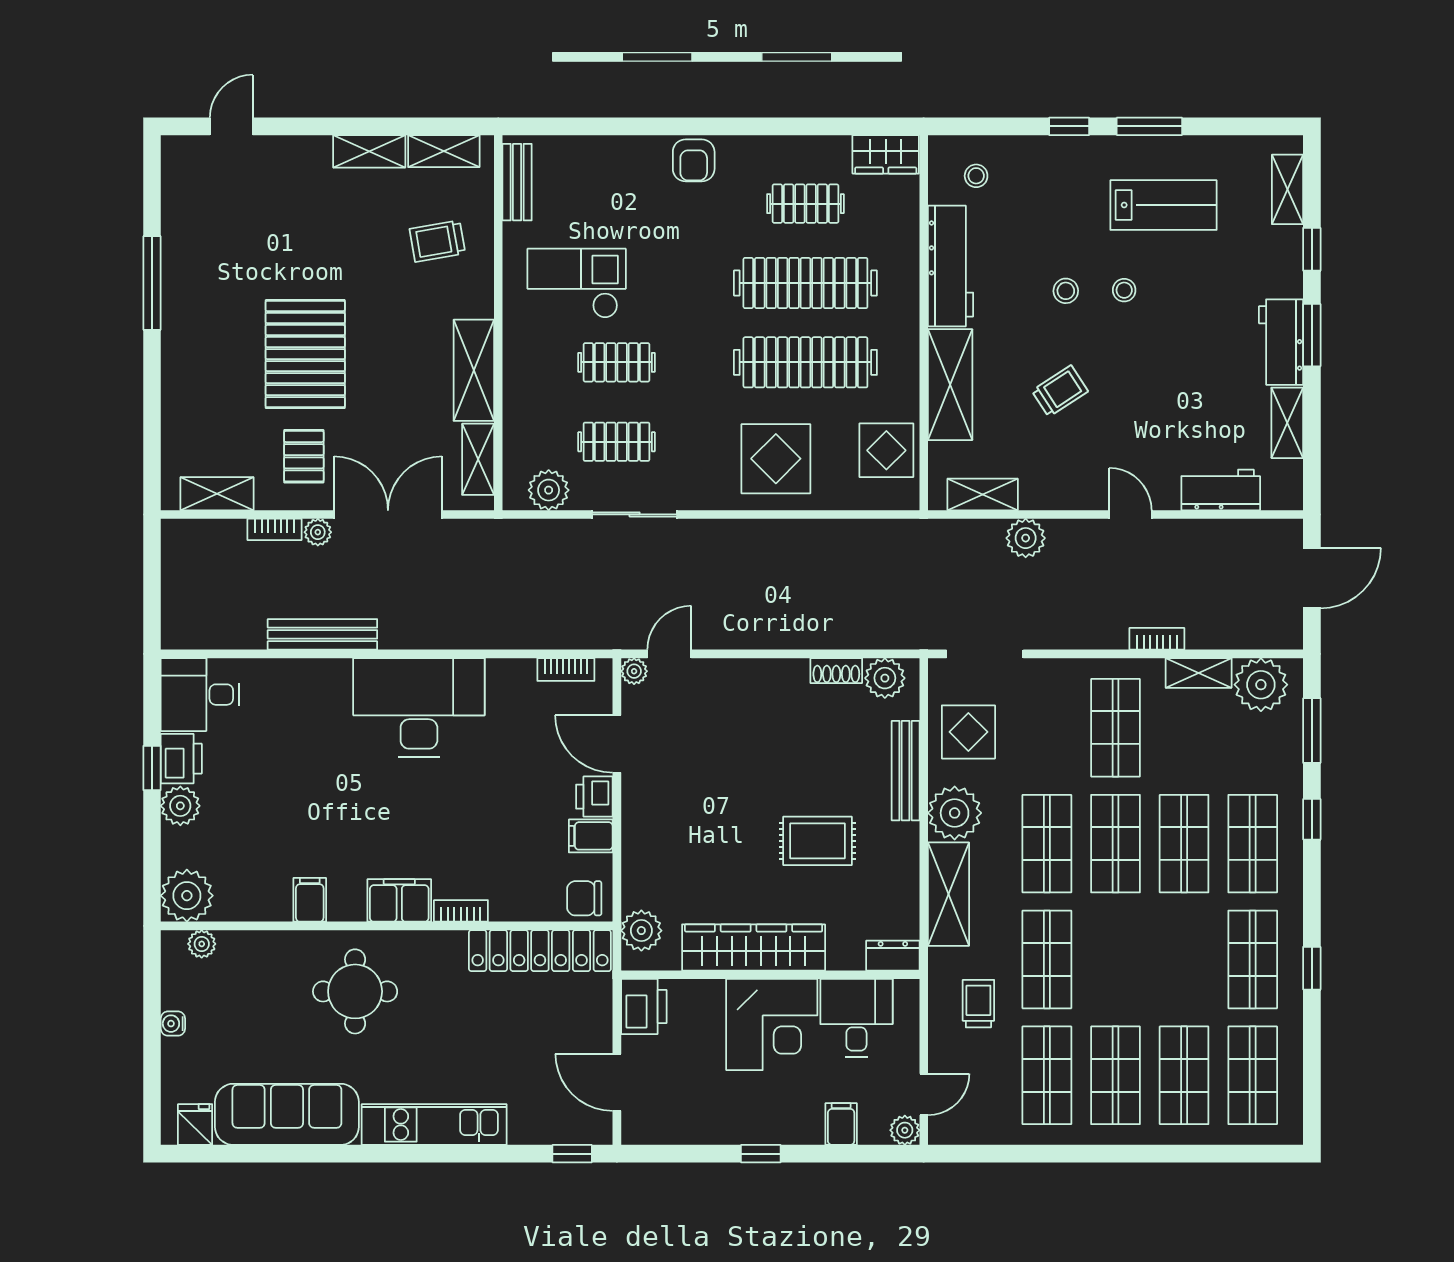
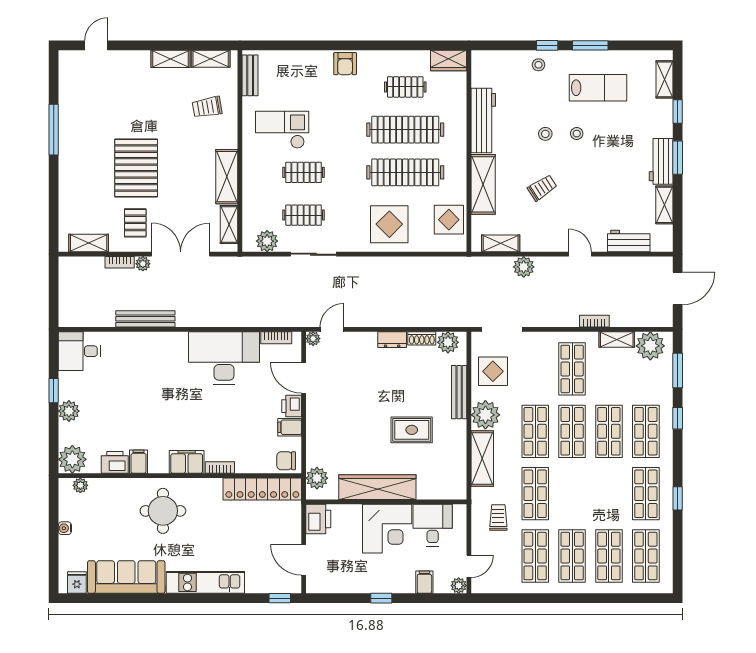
stool: (976, 176) -> (539, 65), moved
desk: (419, 707) -> (224, 358), moved
printer: (181, 759) -> (115, 462), moved, turned -90
dresser: (893, 956) -> (392, 340), moved, turned 180

